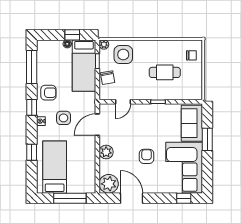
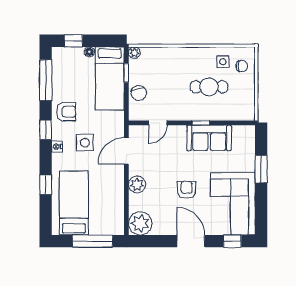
window: (72, 35) -> (73, 41), moved
side table: (123, 55) -> (223, 62), moved, width x0.54, depth x0.54
sofa: (192, 123) -> (209, 138), moved, turned -90
door: (131, 198) -> (191, 241), moved

